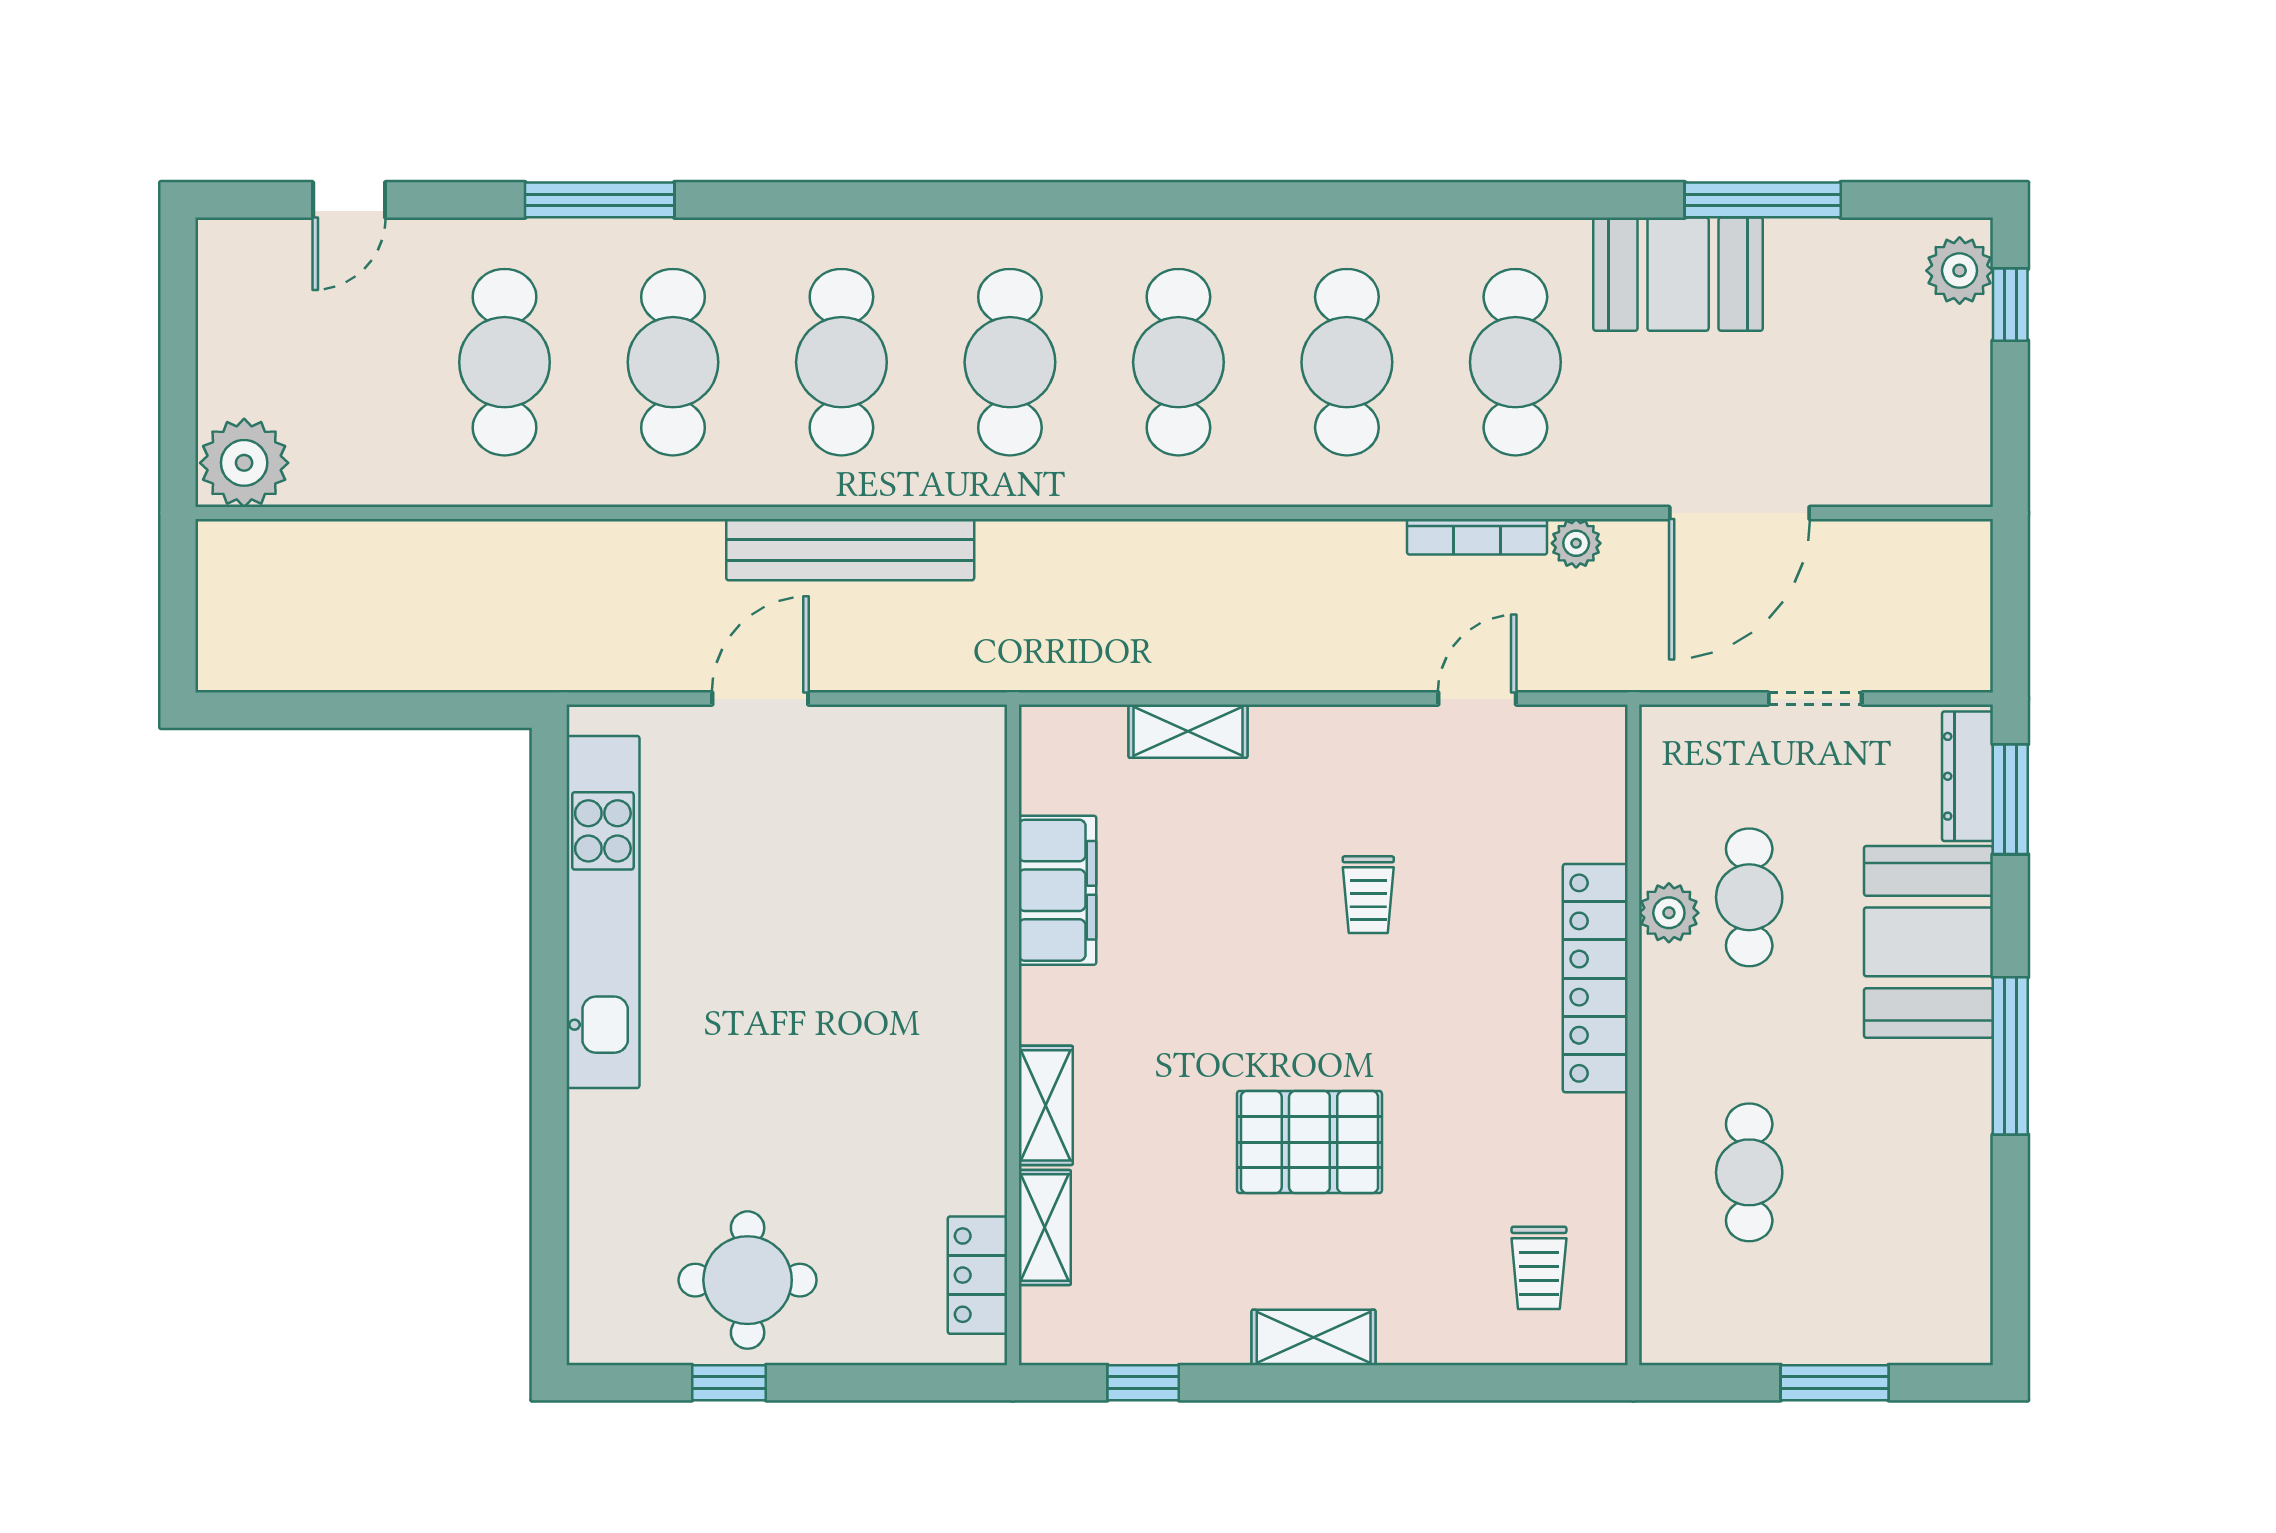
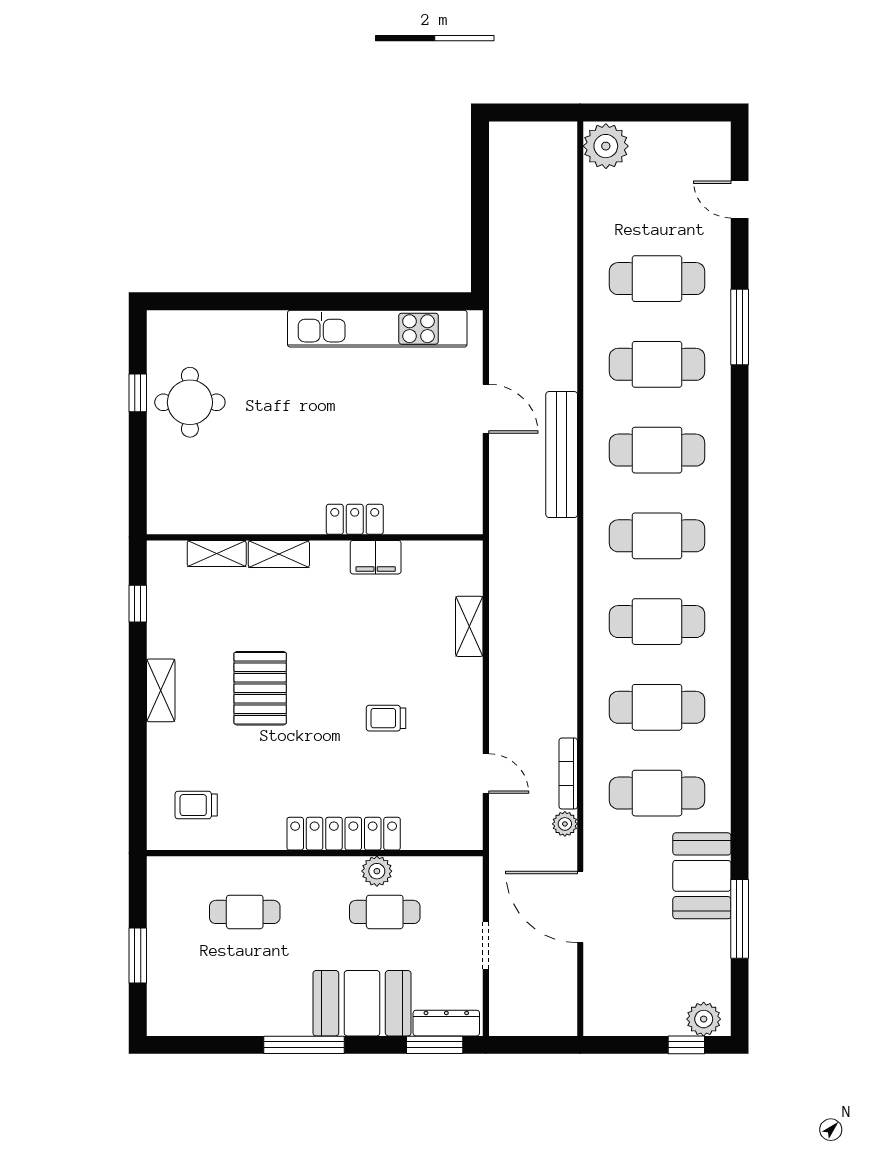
filing cabinet: (1057, 890) -> (376, 557), width x0.67, depth x0.86
locker: (977, 1275) -> (355, 519), moved

